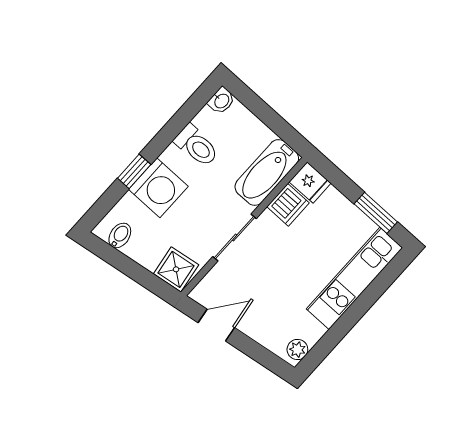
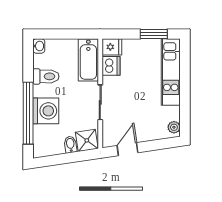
window: (134, 171) -> (28, 113), width x3.17
bidet: (120, 235) -> (70, 145), moved

